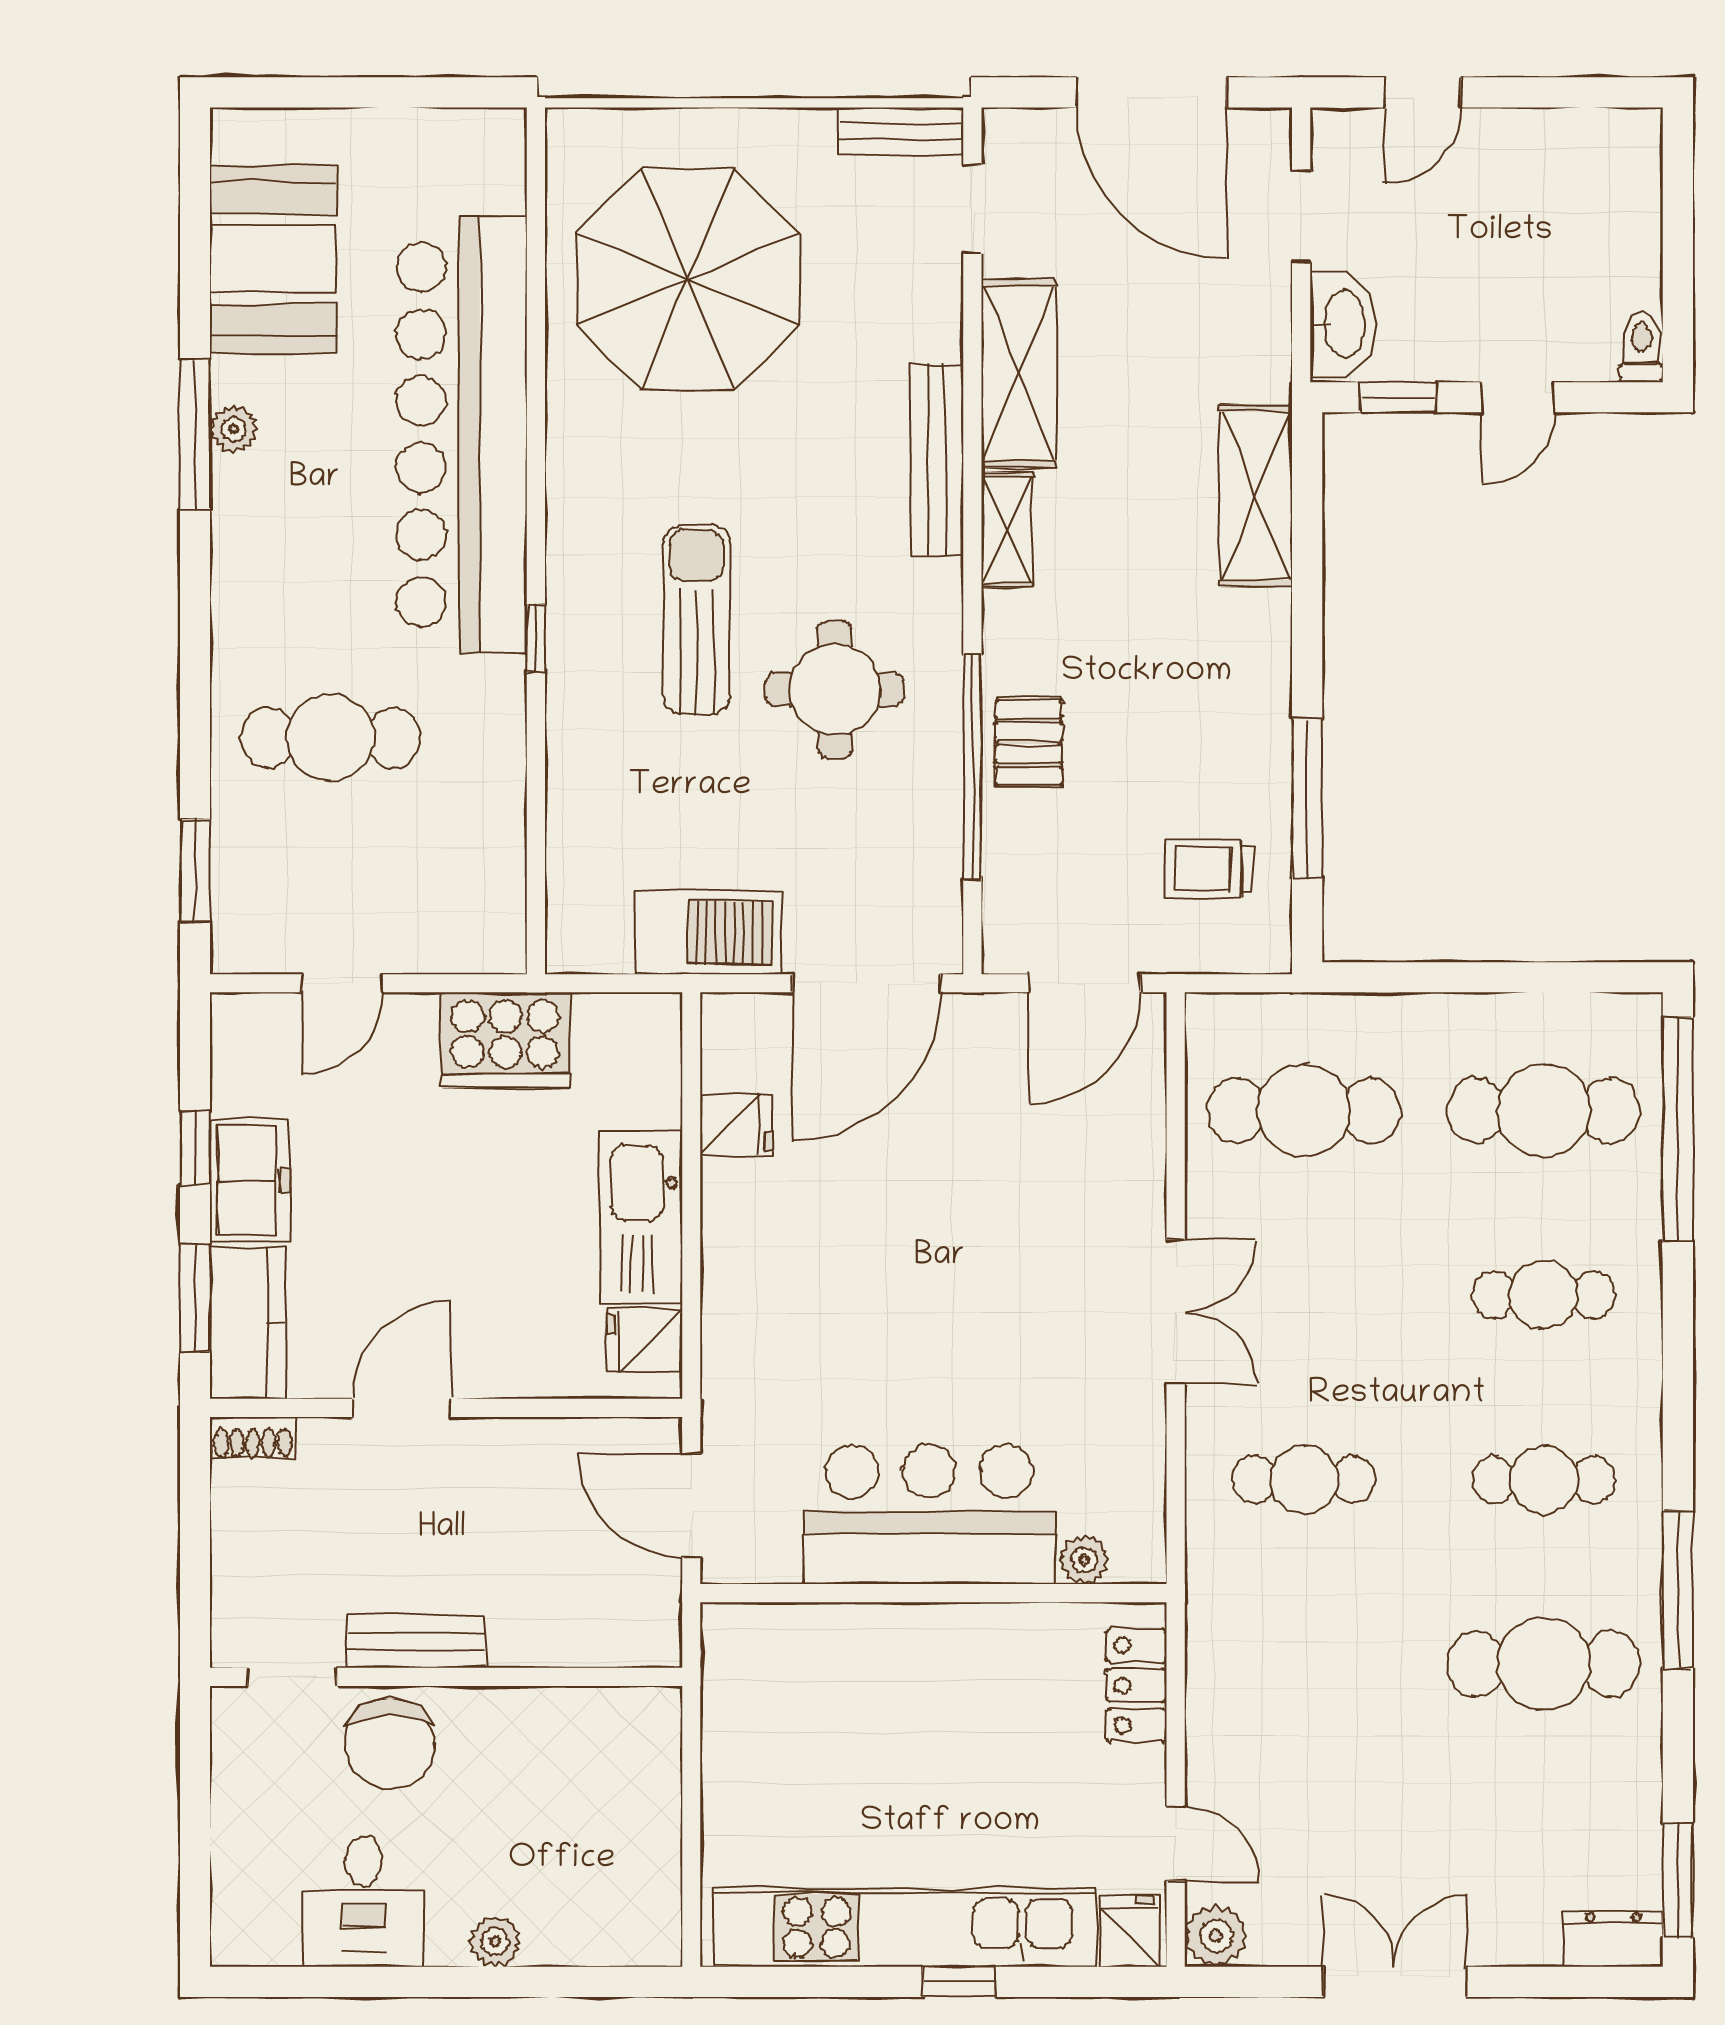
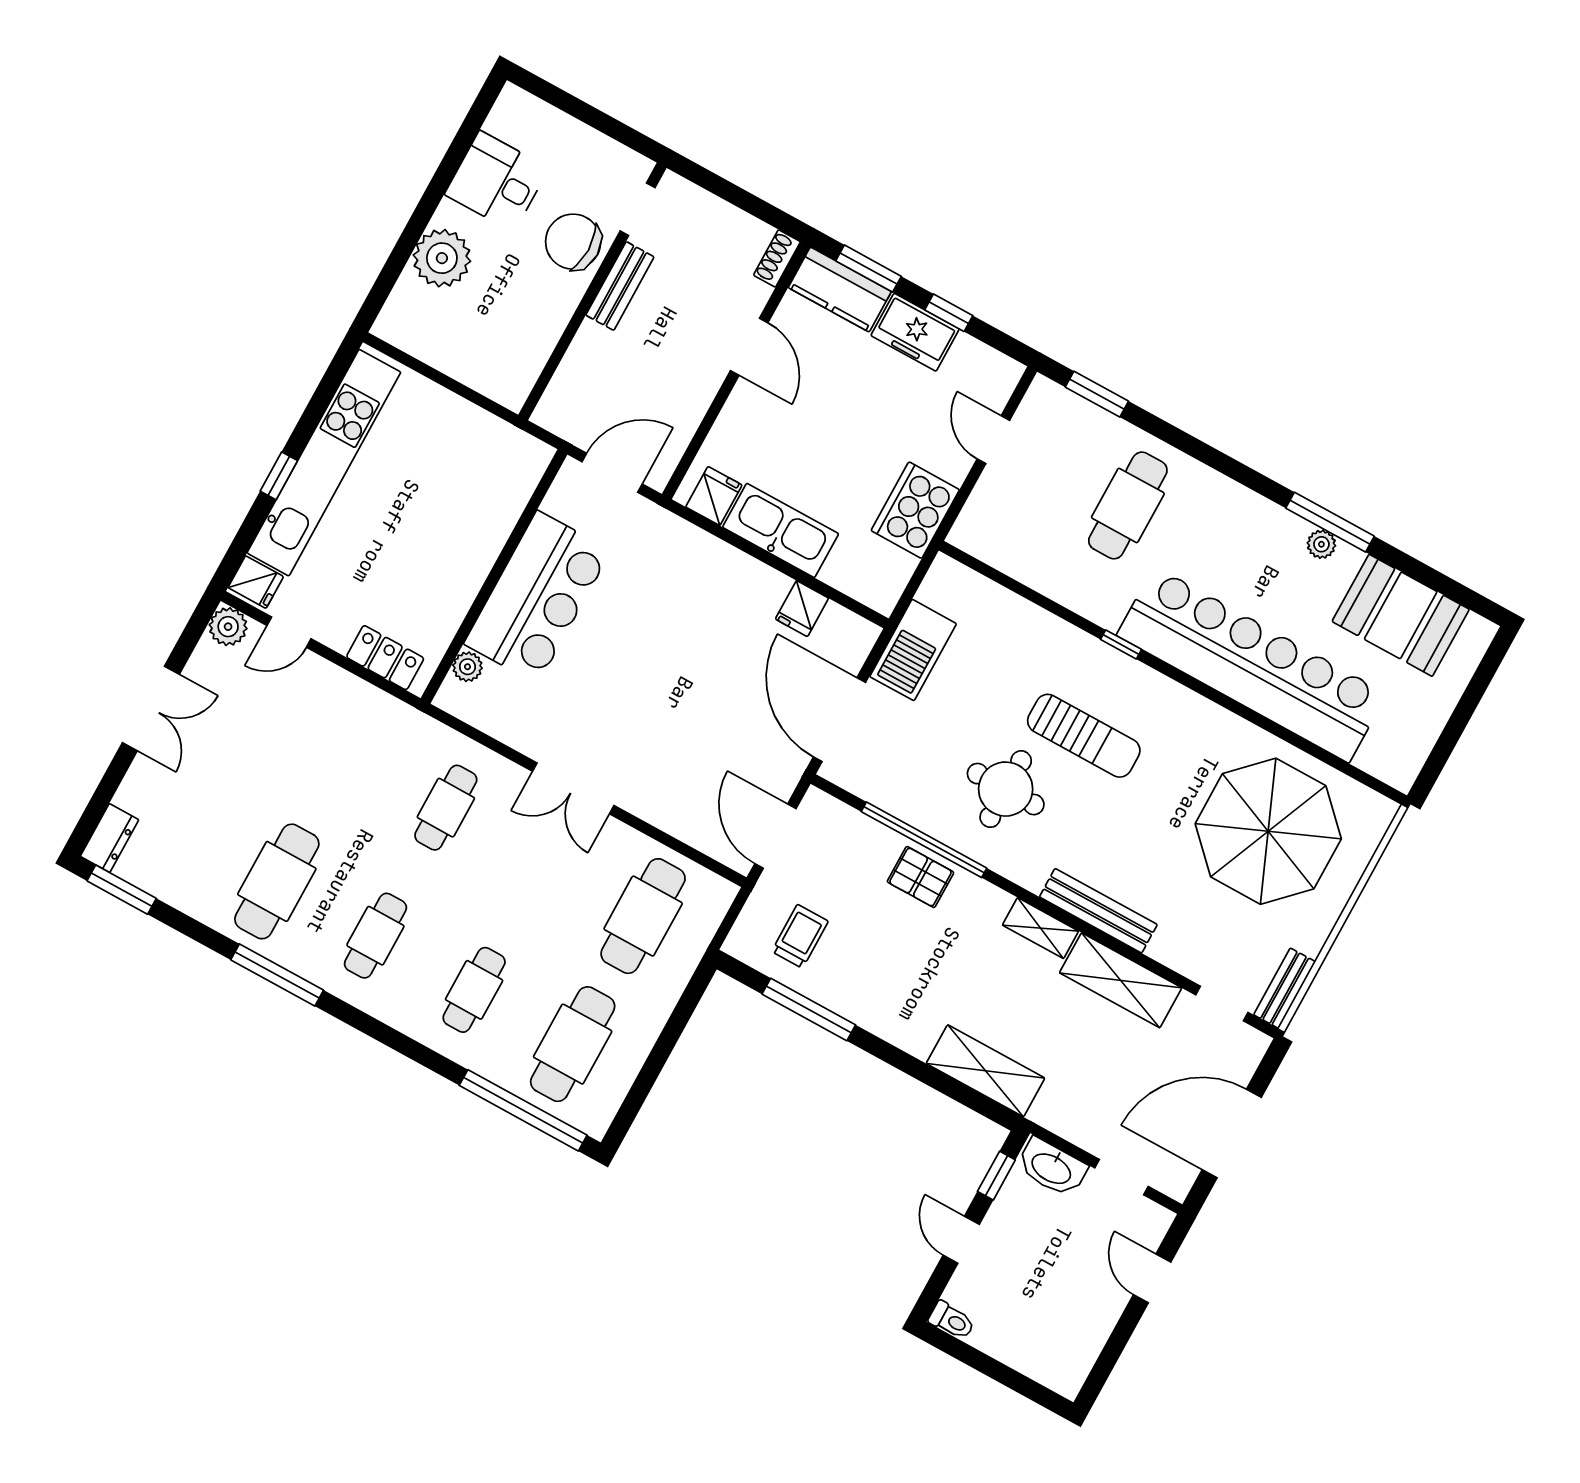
plant: (495, 1942) -> (442, 258), width x1.88, depth x1.88

